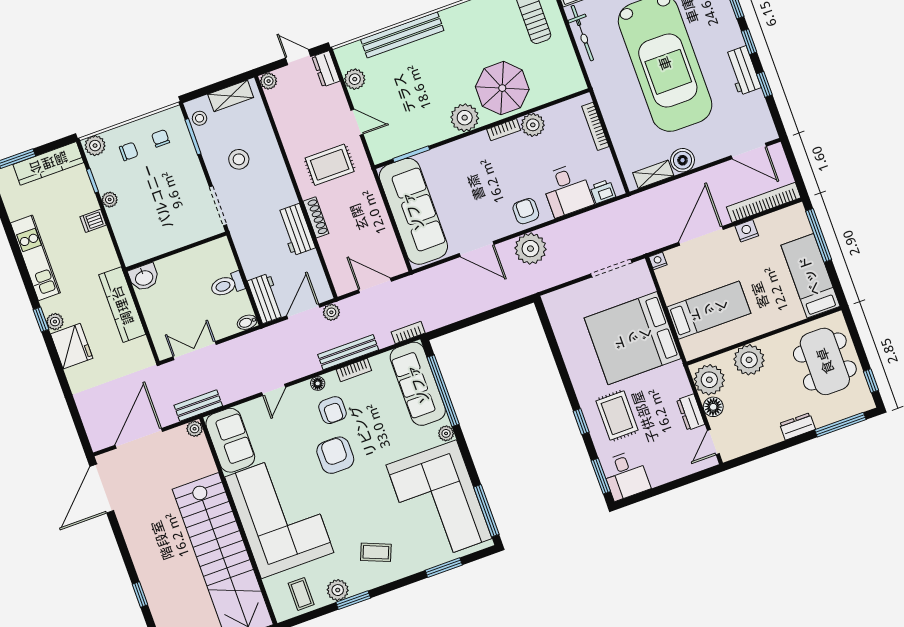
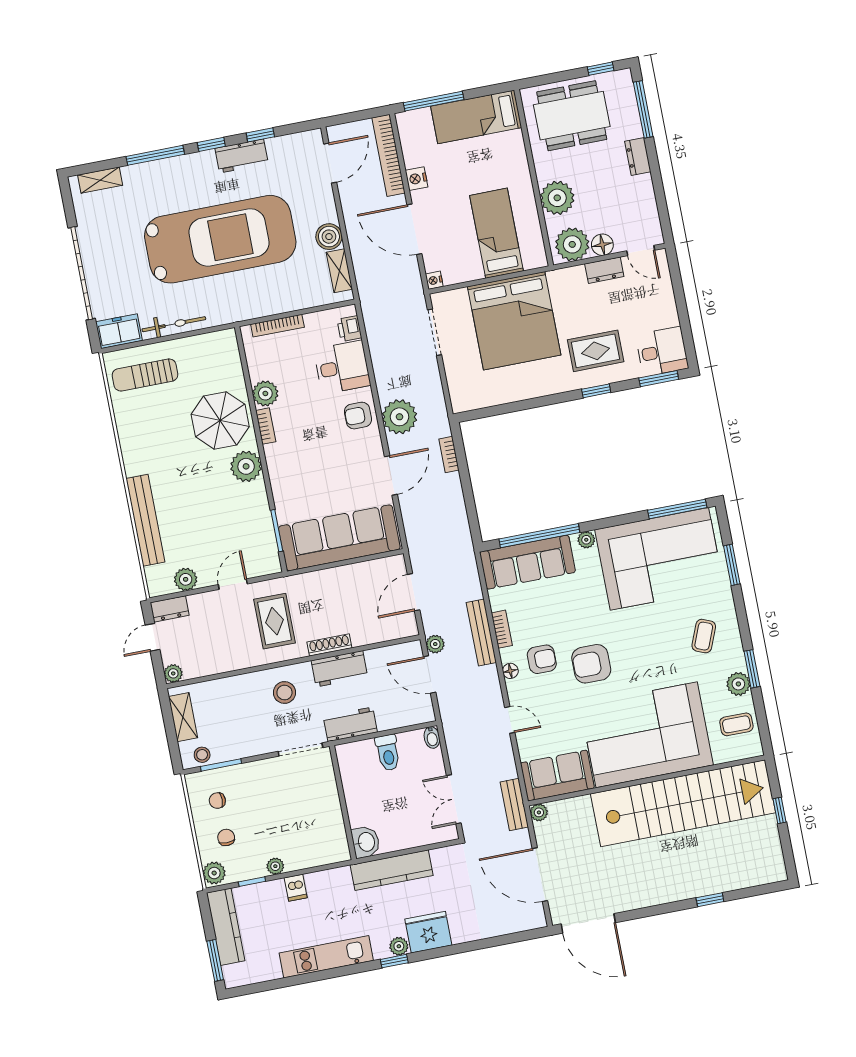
stool: (239, 159) -> (284, 693), moved
workbench: (266, 298) -> (350, 724), moved
bookcase: (408, 332) -> (449, 455), moved

